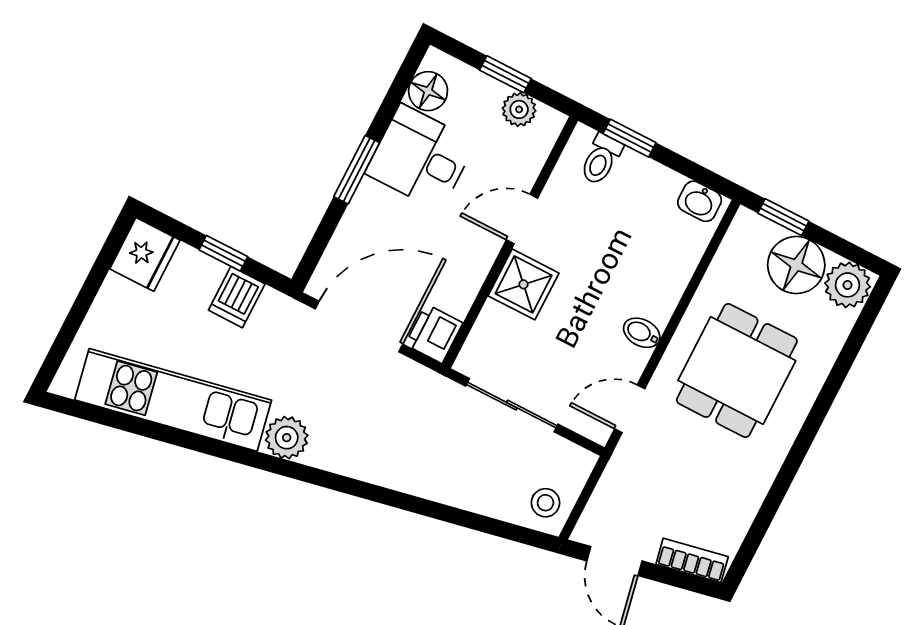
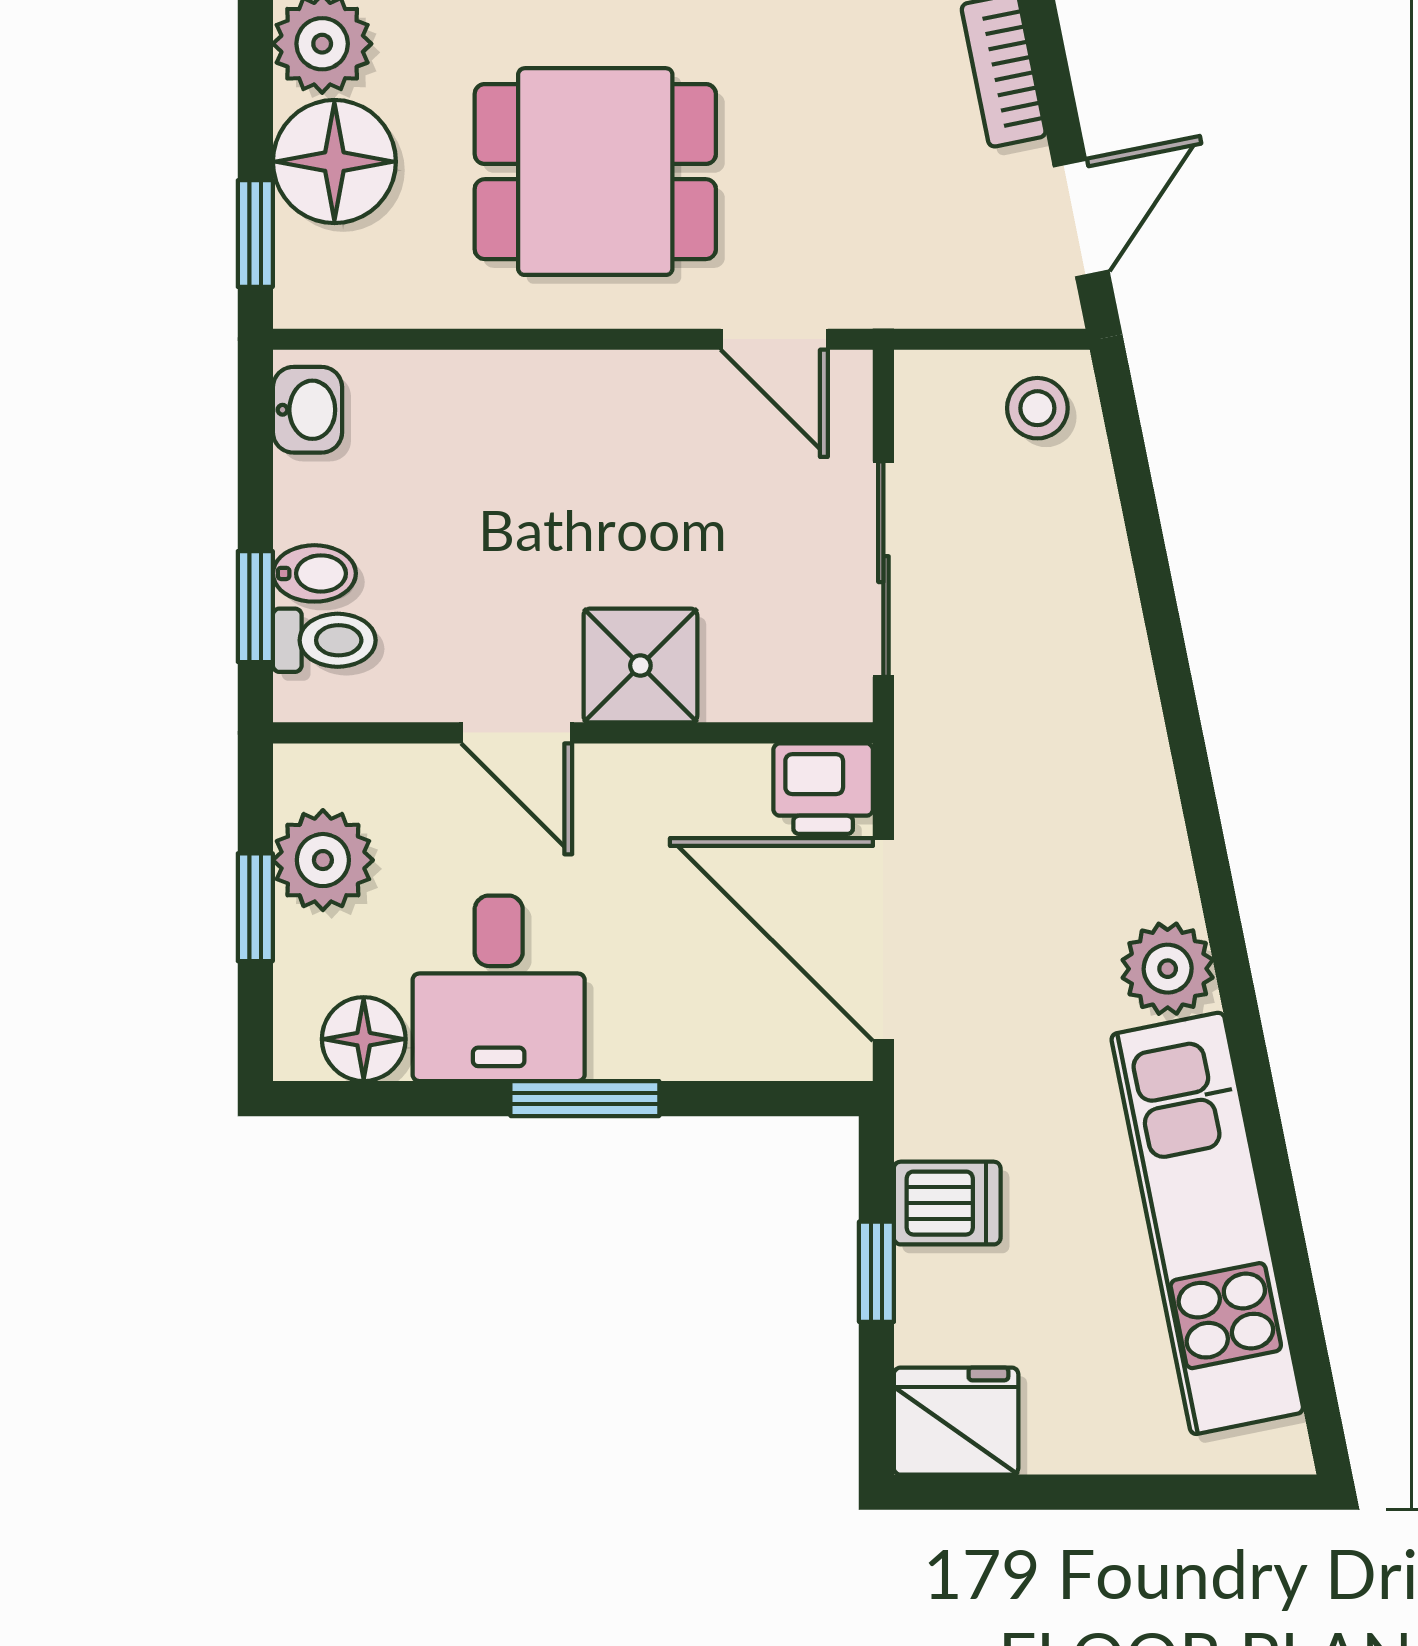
plant: (519, 109) -> (323, 860), width x1.38, depth x1.38
bidet: (642, 333) -> (314, 573), moved, turned -90

